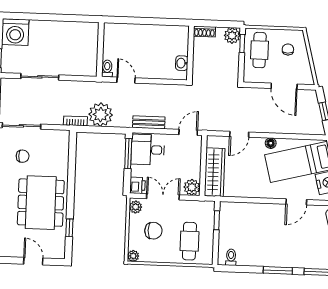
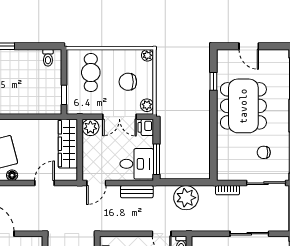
bookcase: (75, 121) -> (228, 190), moved

